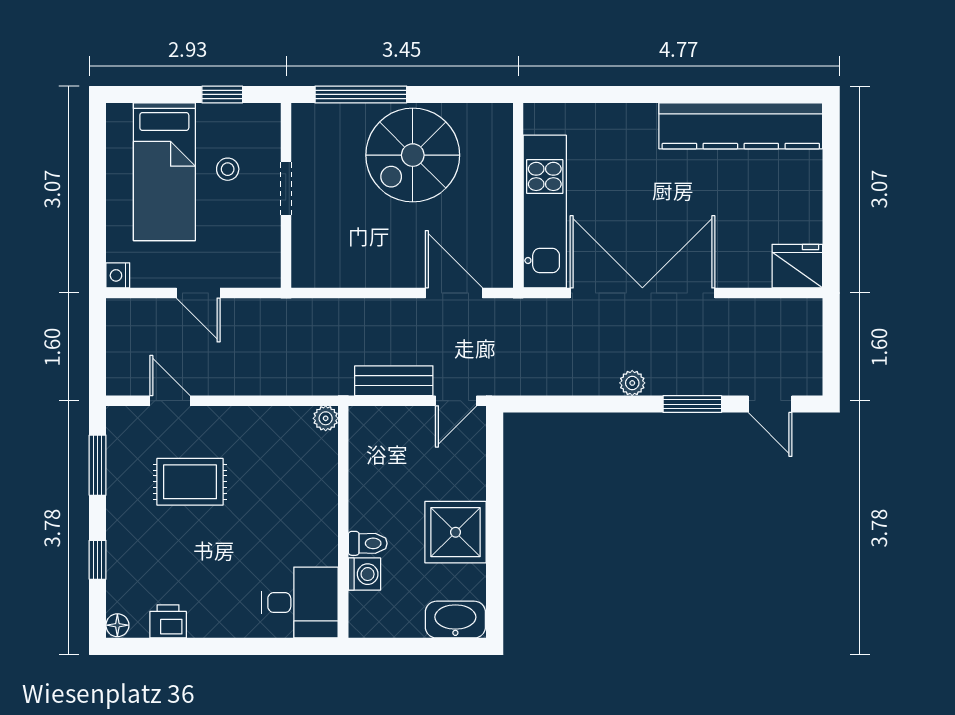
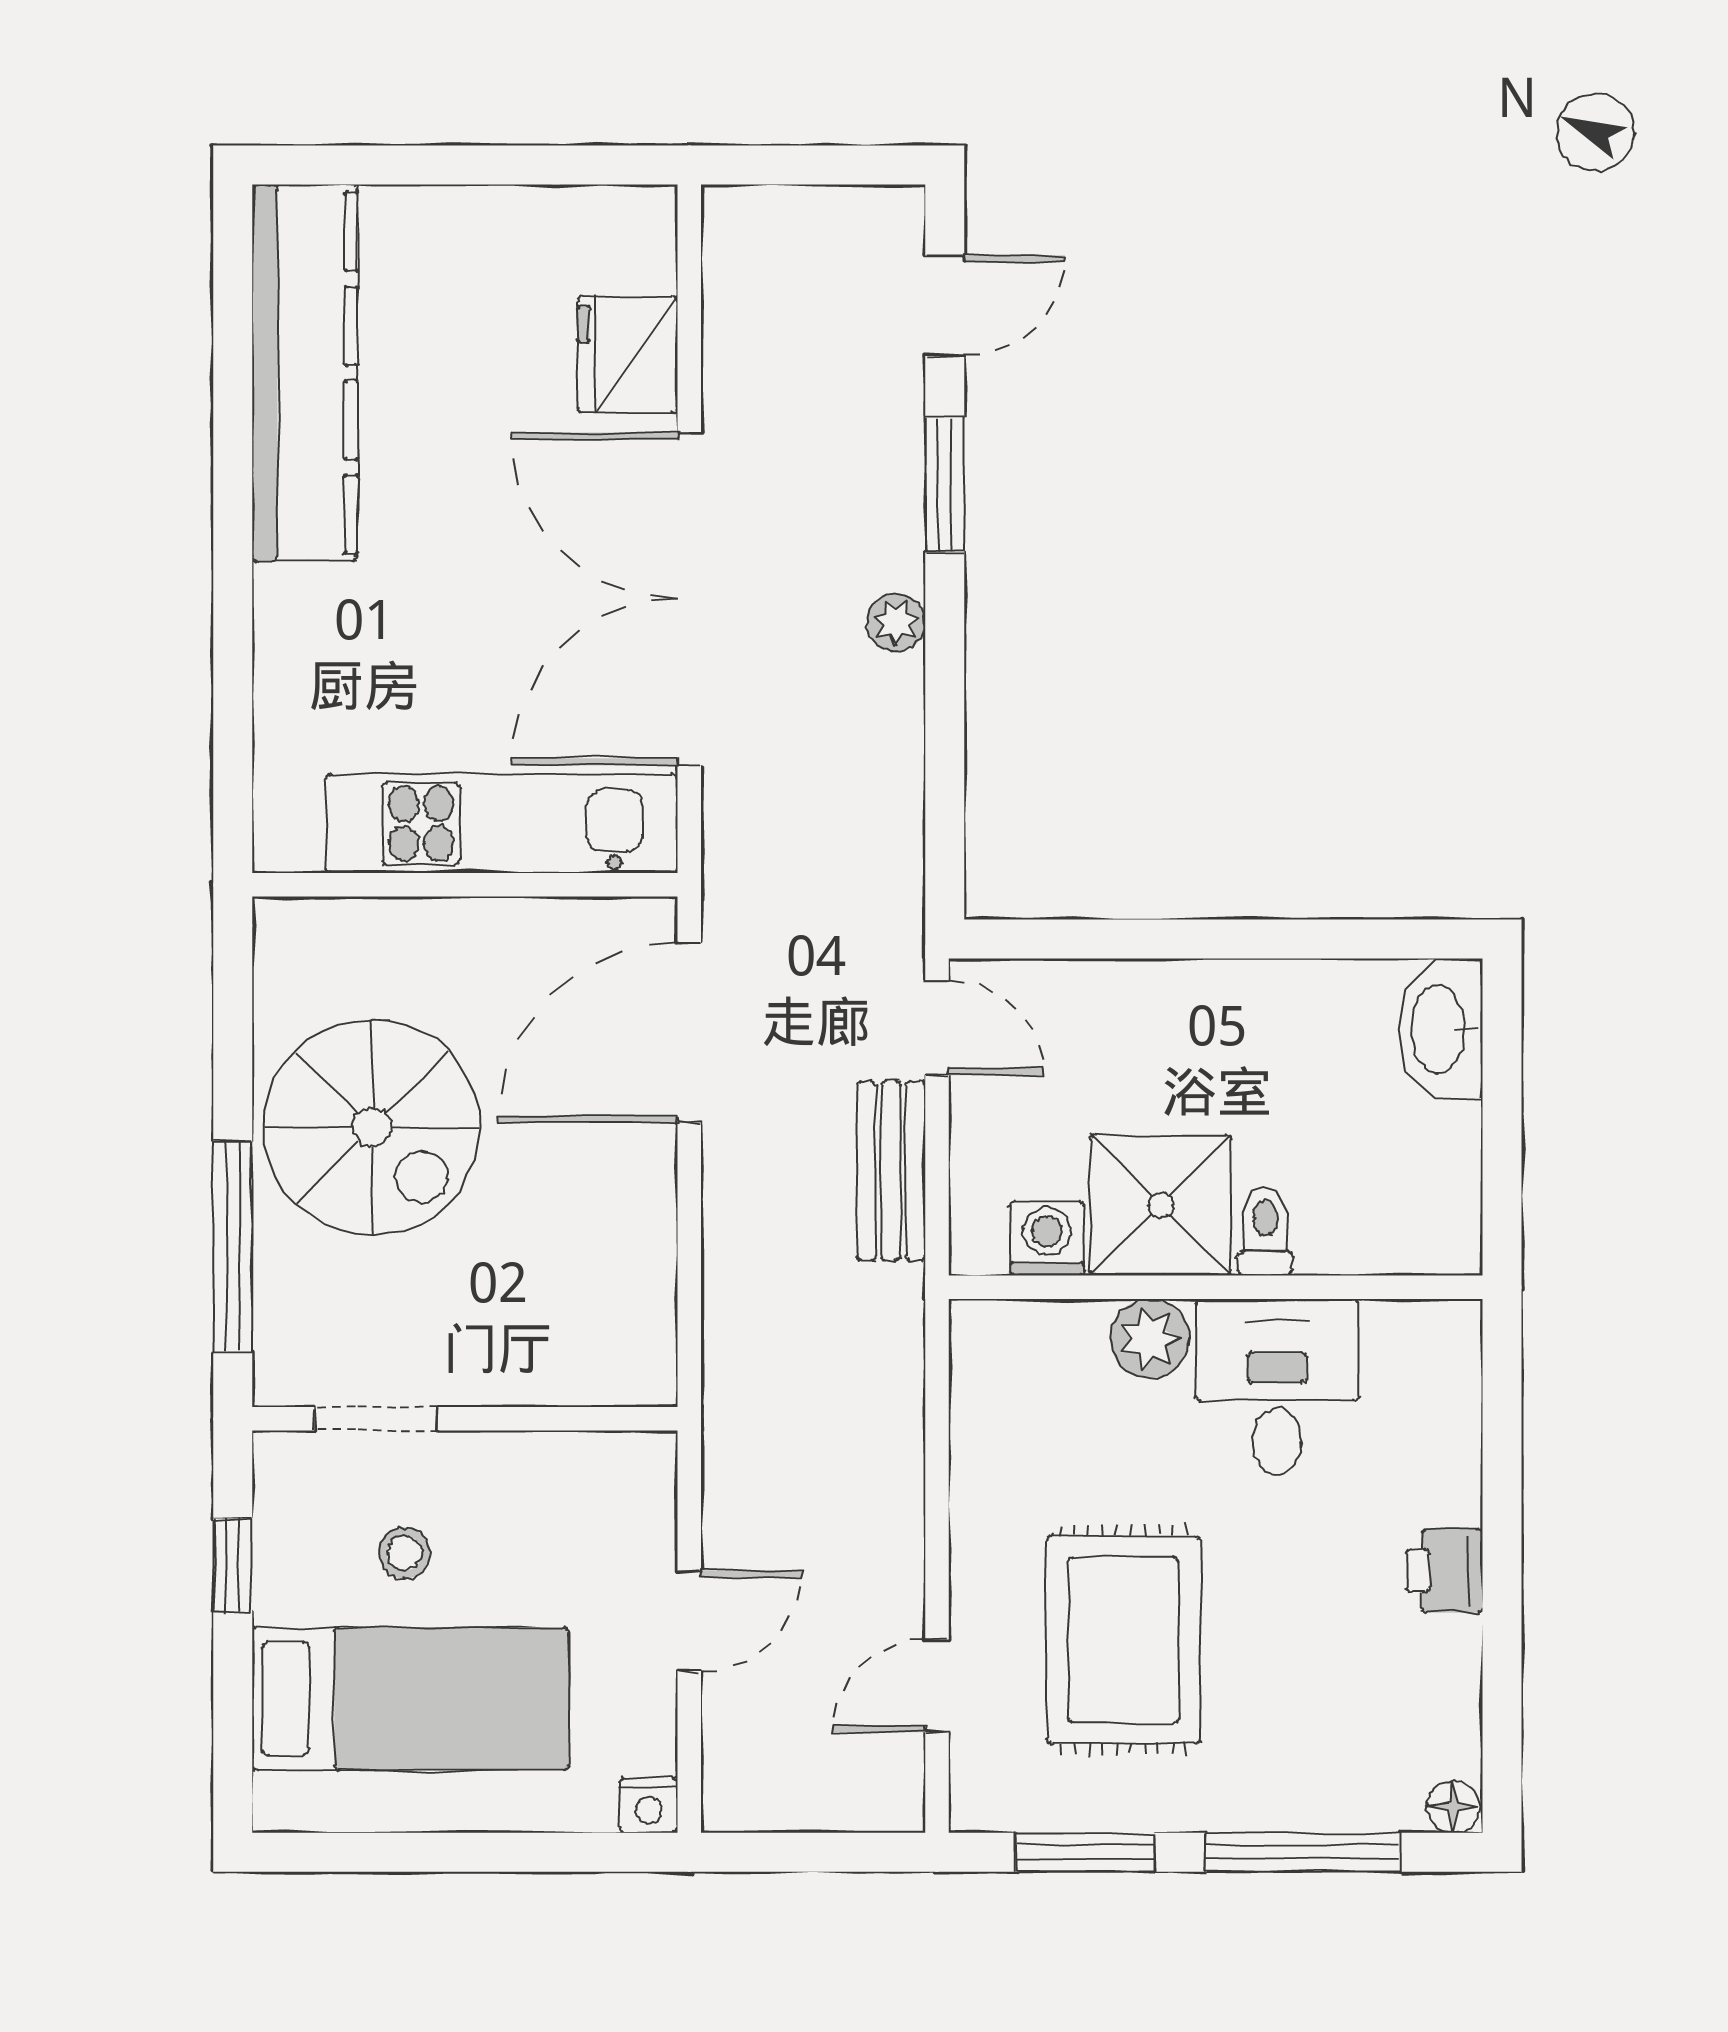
doorway: (286, 188) -> (376, 1419), moved
fridge: (797, 266) -> (628, 355), moved
door: (454, 293) -> (689, 1033), width x1.36
plant: (326, 418) -> (1150, 1338), moved, width x1.38, depth x1.38
rug: (190, 482) -> (1123, 1640), width x1.36, depth x1.43
shower: (456, 532) -> (1161, 1205), moved
window: (98, 560) -> (1303, 1852), width x2.17
washing machine: (364, 574) -> (1047, 1239), moved
desk: (300, 603) -> (1277, 1387), moved
printer: (168, 621) -> (1444, 1571), moved

